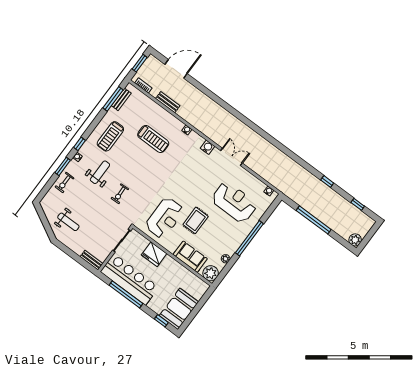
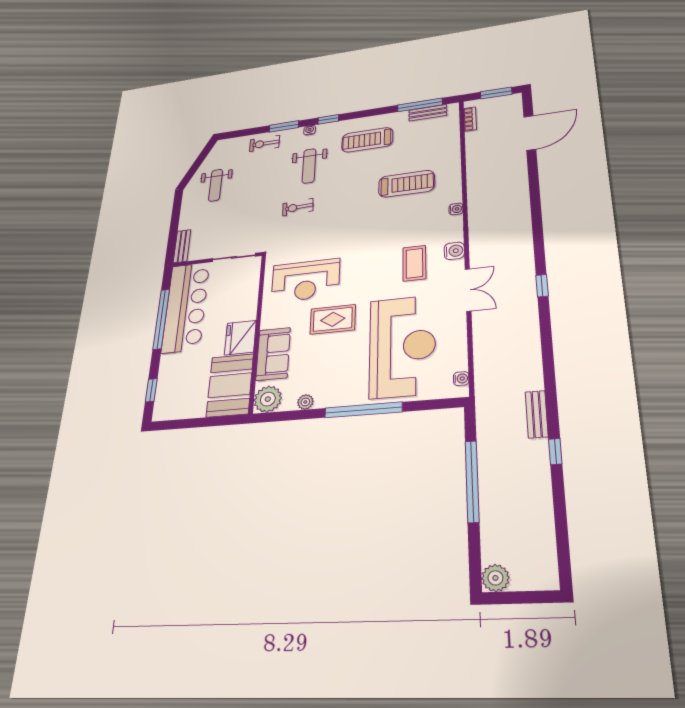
door: (176, 69) -> (530, 133), hinge flipped
bench: (168, 102) -> (537, 414), moved
treadmill: (153, 139) -> (406, 184), turned -90
coffee table: (199, 167) -> (414, 263), added
weight bench: (100, 172) -> (309, 166), turned 90
reception desk: (234, 202) -> (402, 346), width x1.36, depth x1.30
window: (358, 204) -> (542, 286), moved
fridge: (154, 254) -> (240, 338), moved
booth: (179, 309) -> (230, 385), moved, turned 90

